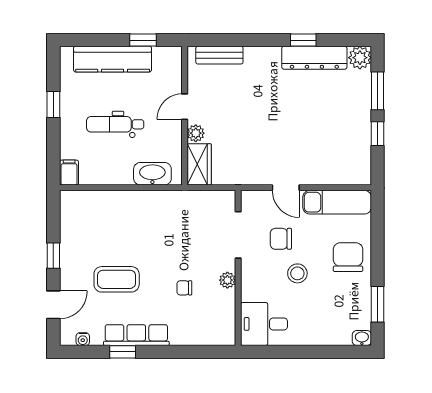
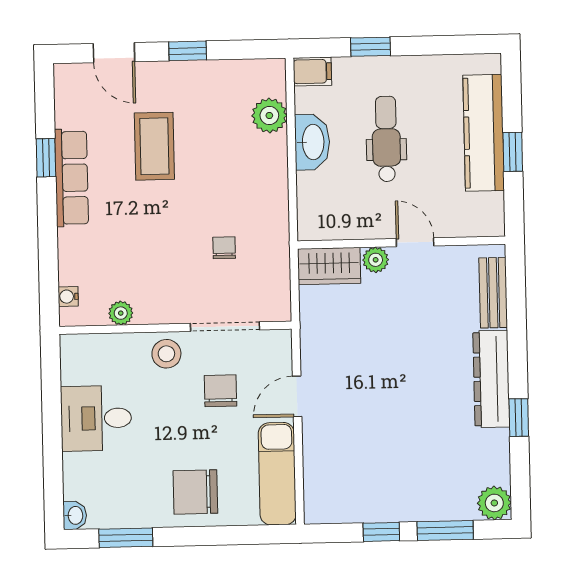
window: (143, 40) -> (513, 152), moved
dresser: (314, 58) -> (491, 379), moved
window: (53, 104) -> (371, 47), moved
washbasin: (152, 174) -> (312, 142), moved
plant: (98, 202) -> (269, 115), added
chair: (348, 257) -> (195, 492), turned 180
stool: (297, 273) -> (166, 354), moved
plant: (227, 280) -> (121, 313), moved
chair: (184, 288) -> (224, 248), moved
desk: (264, 324) -> (96, 418), moved, turned -90
water cooler: (83, 339) -> (68, 297), moved

